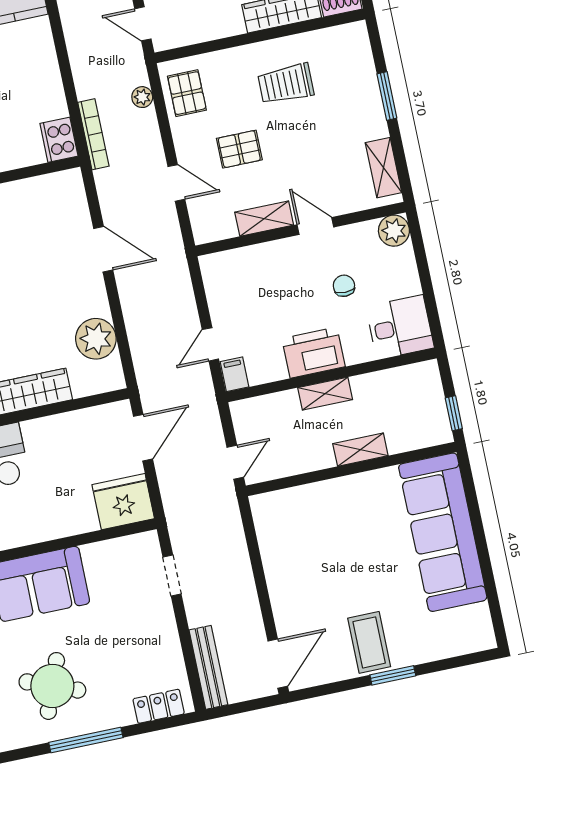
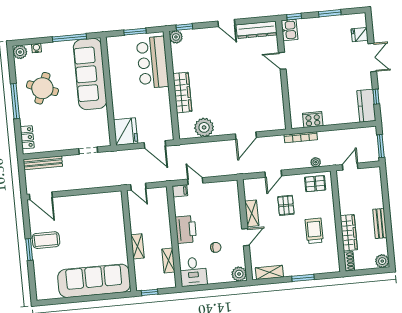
cooker: (59, 140) -> (313, 119), moved
shelving: (325, 394) -> (168, 260), moved

